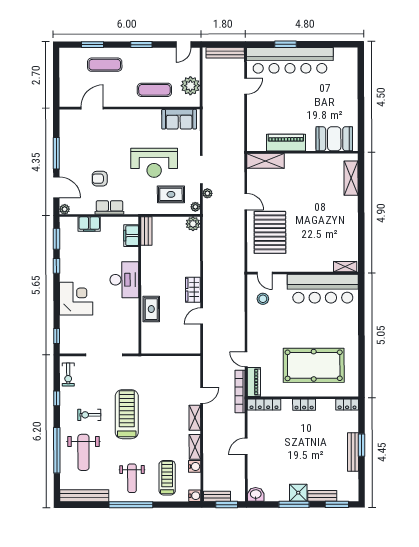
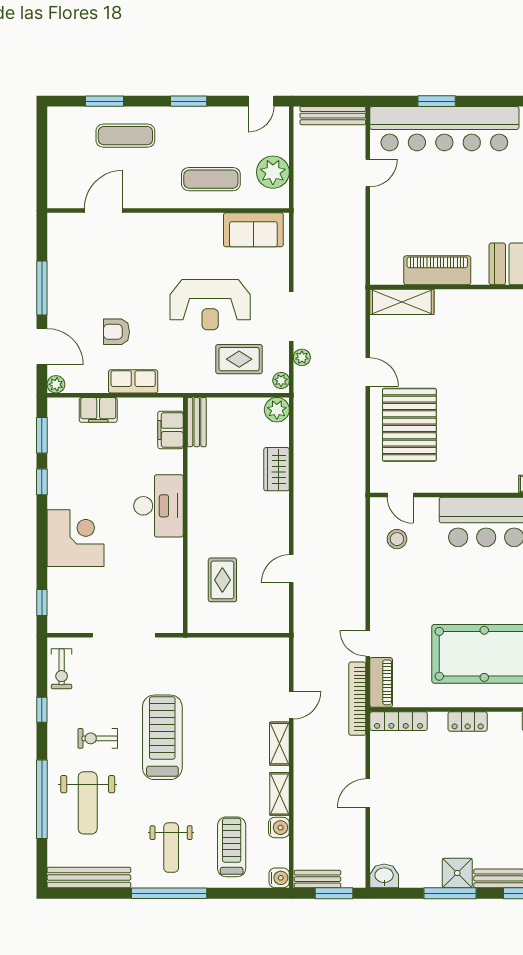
wardrobe: (193, 290) -> (277, 469), moved
rug: (151, 309) -> (222, 580), moved

